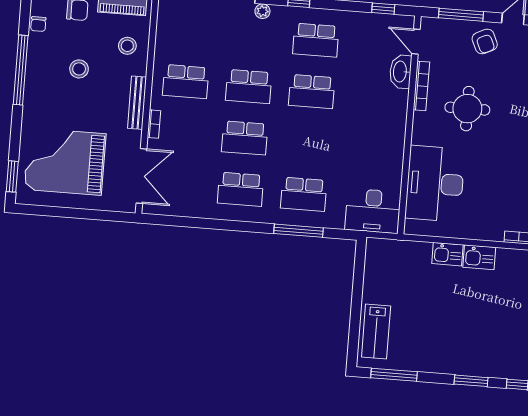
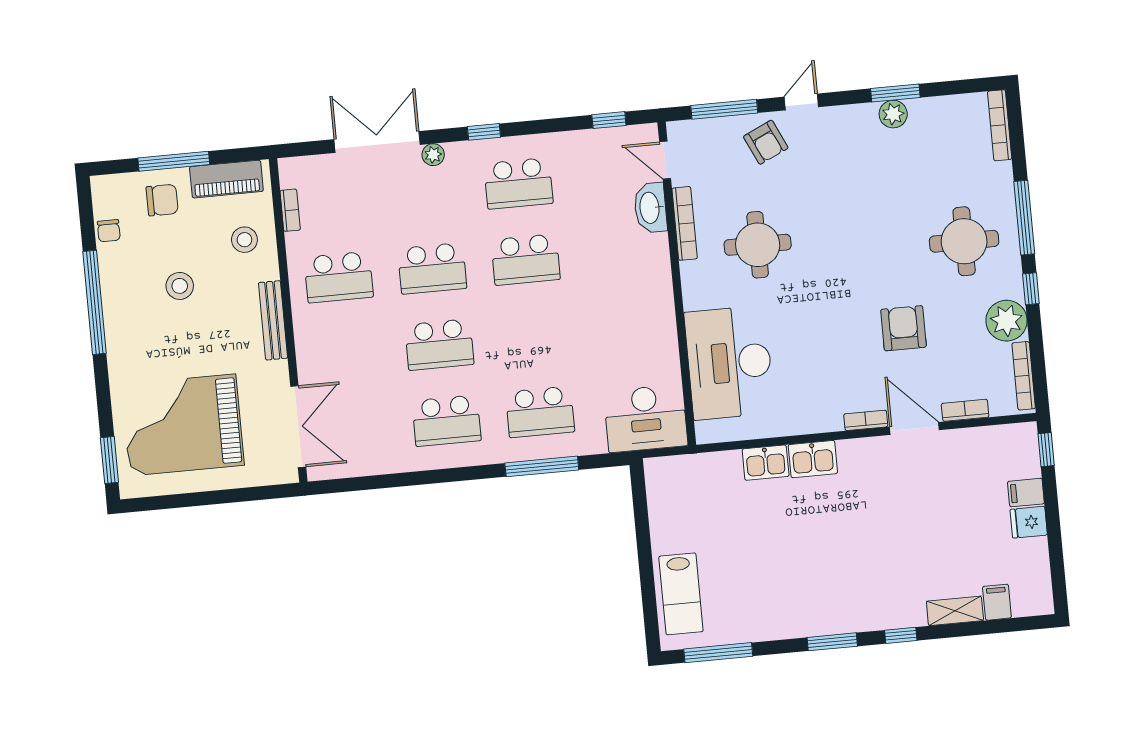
bookcase: (154, 124) -> (290, 210), moved

